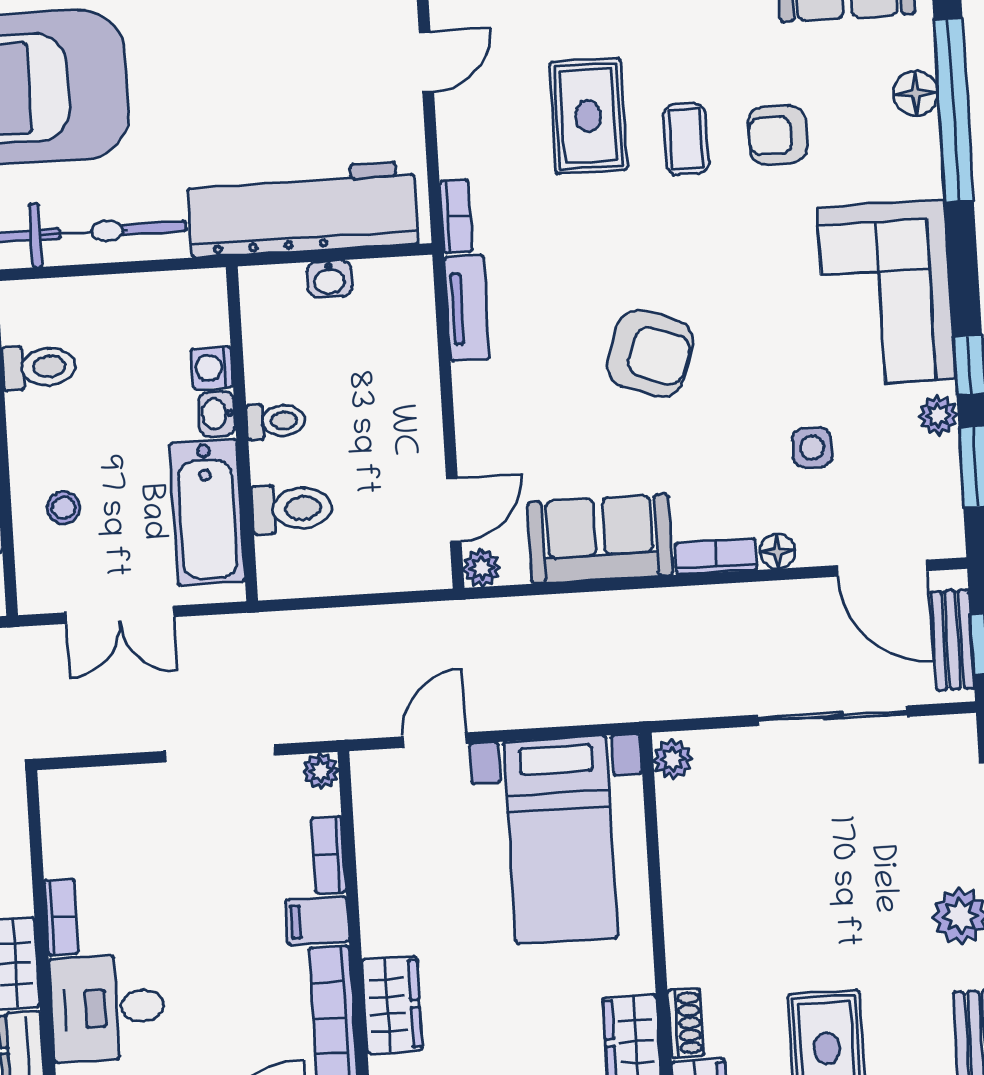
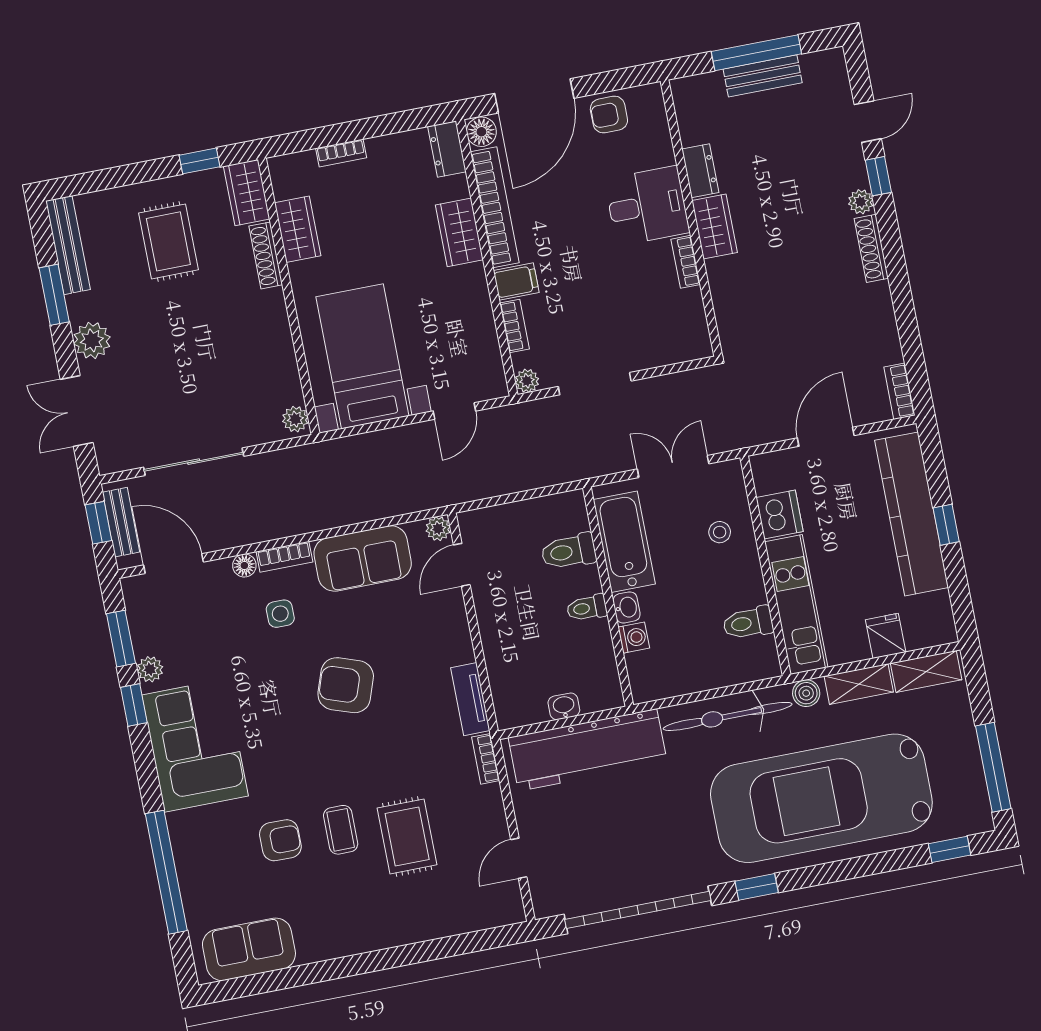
floor lamp: (916, 93) -> (193, 880), removed
side table: (812, 448) -> (280, 614), moved
shoe rack: (686, 1023) -> (266, 255), width x1.43

